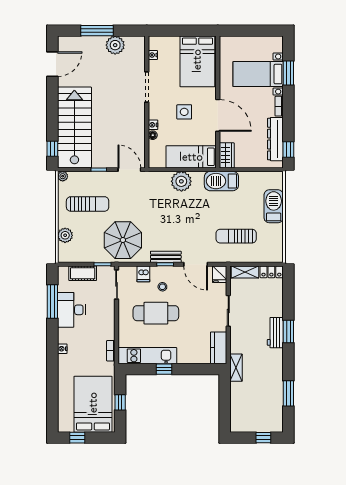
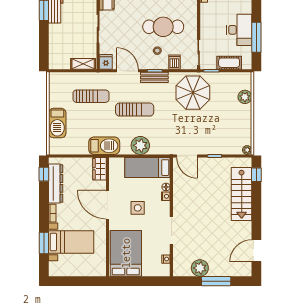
stairs: (74, 127) -> (242, 194), width x0.73, depth x0.66
bed: (191, 157) -> (147, 168), moved, turned 180
sun lounger: (88, 204) -> (135, 110), moved, turned 180
locker: (271, 272) -> (59, 64), removed

